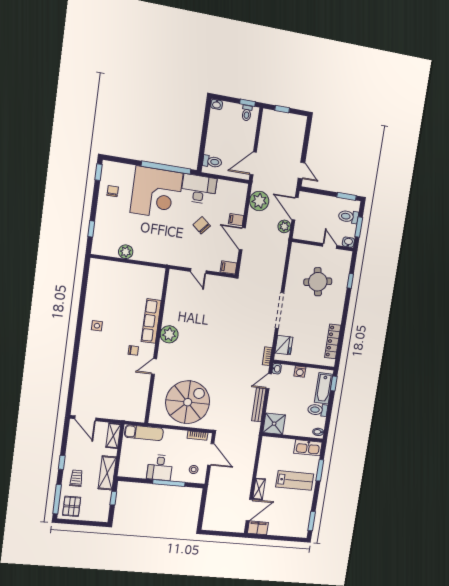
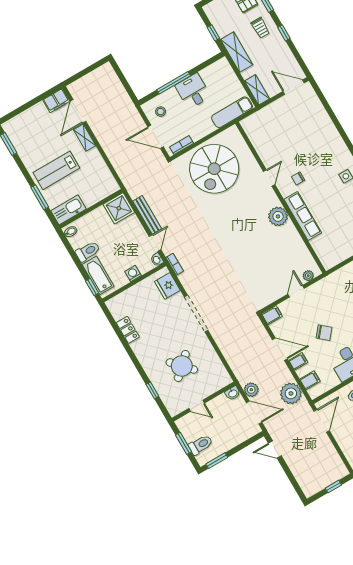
filing cabinet: (238, 199) -> (310, 380), added
washbasin: (348, 242) -> (233, 393), moved
door: (198, 271) -> (296, 291), hinge flipped
plant: (181, 275) -> (308, 276), added
round table: (318, 282) -> (182, 366), turned -33
locker: (333, 341) -> (128, 330), width x0.66

